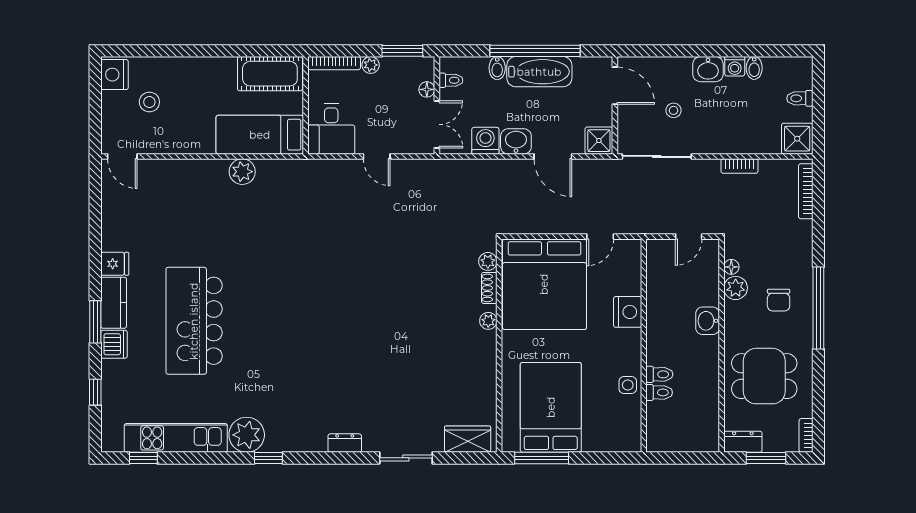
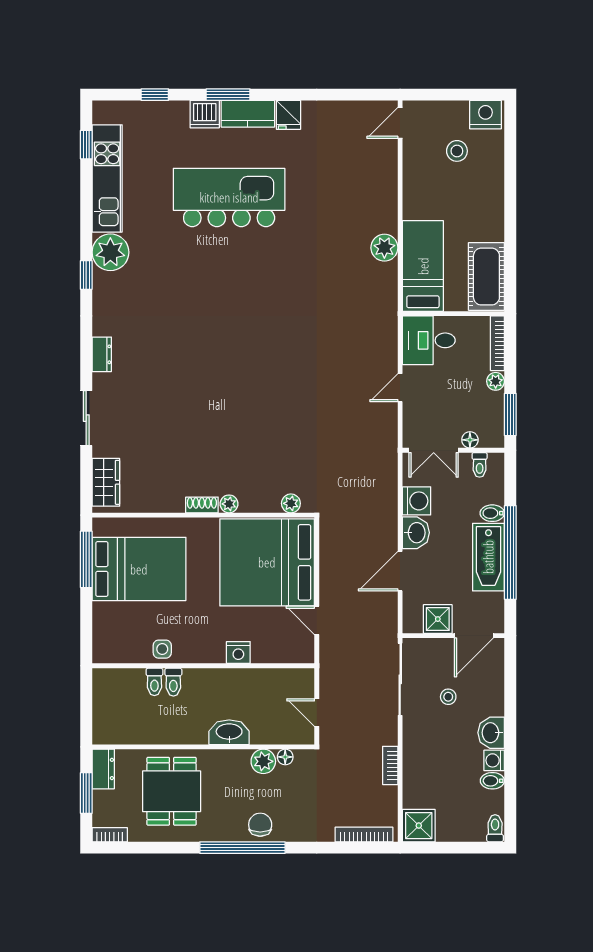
toilet: (800, 98) -> (495, 828), moved
shower: (599, 141) -> (438, 619), moved
shoe rack: (489, 288) -> (202, 505), moved
chair: (779, 300) -> (260, 825), moved, turned 90
nightstand: (628, 312) -> (238, 652), width x0.74, depth x0.75
washbasin: (708, 321) -> (229, 732), width x1.38

